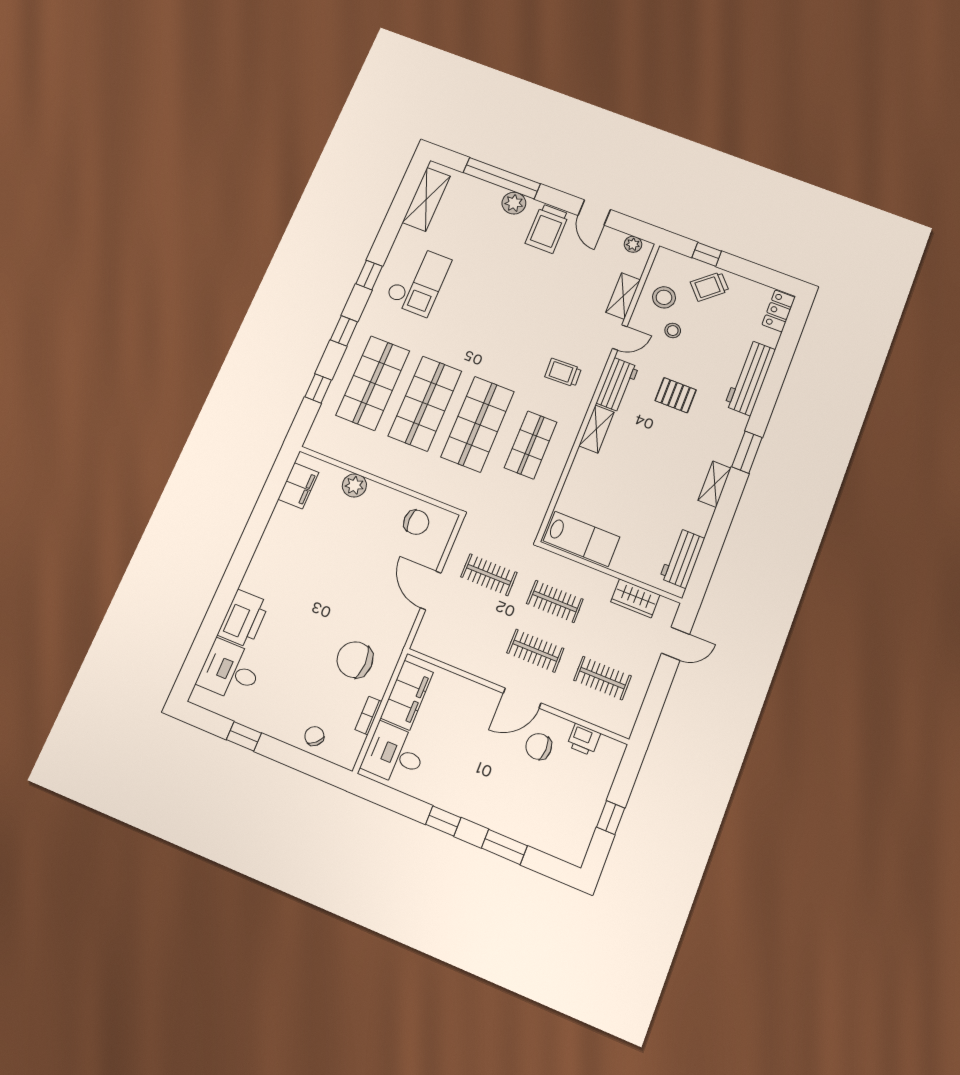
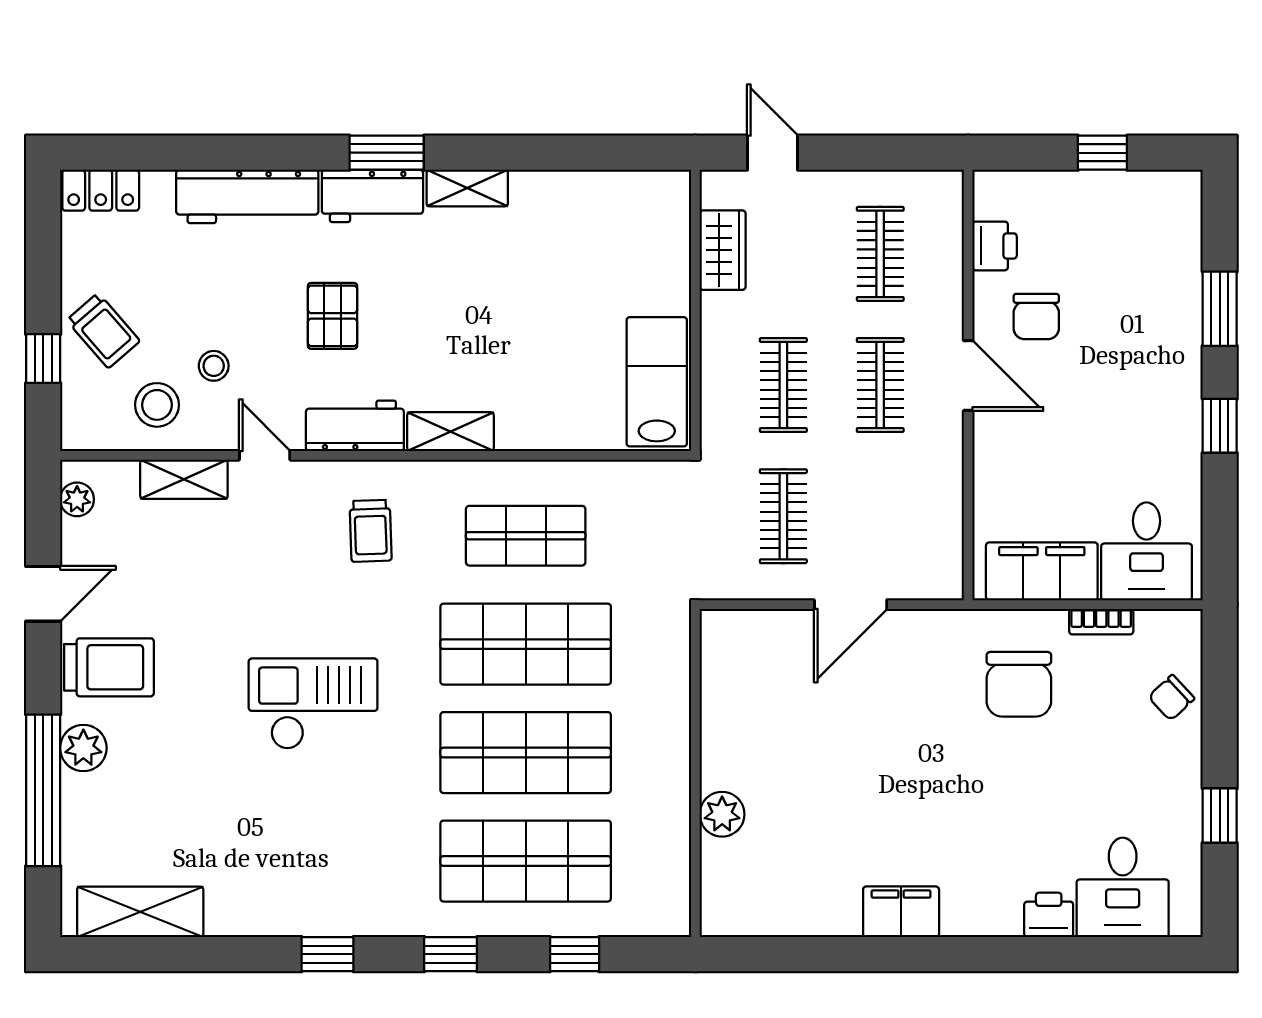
checkout: (418, 281) -> (313, 704), moved
filing cabinet: (298, 486) -> (901, 912), moved
chair: (416, 522) -> (743, 679), removed
workbench: (682, 558) -> (372, 196), moved
printer: (244, 619) -> (1049, 915), width x0.53, depth x0.68

